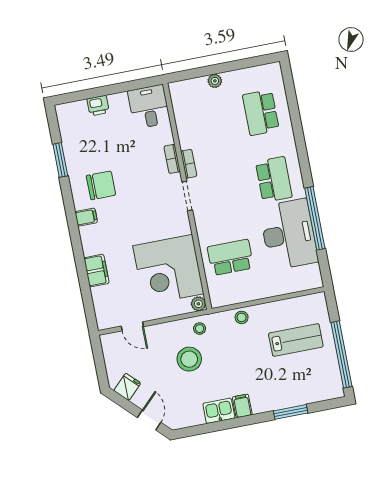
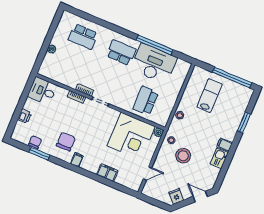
chair: (72, 144) -> (35, 142), added

